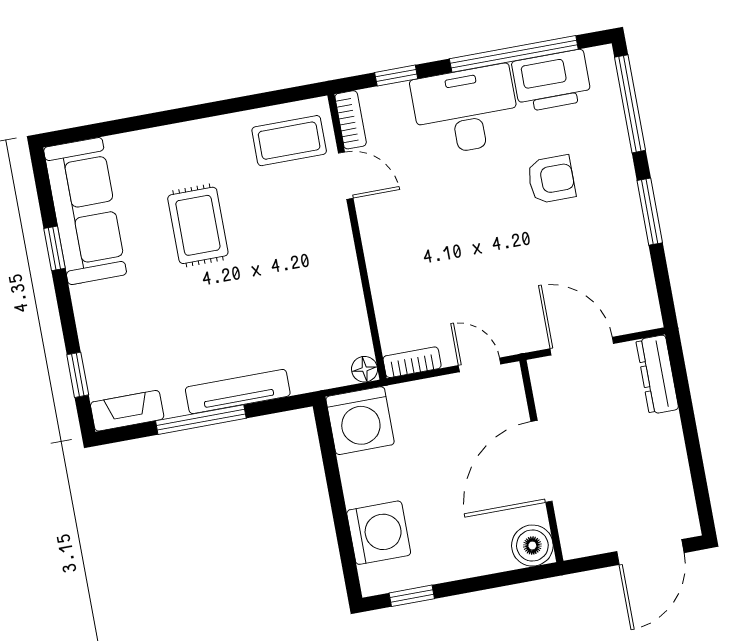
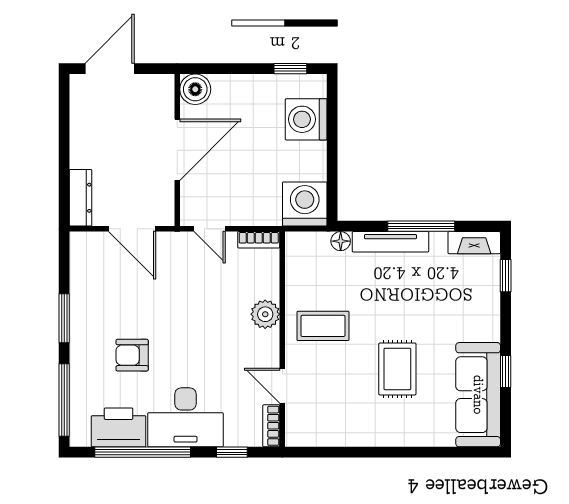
coffee table: (289, 141) -> (323, 326), moved
plant: (385, 266) -> (265, 314), added
floor lamp: (365, 369) -> (341, 241), moved

